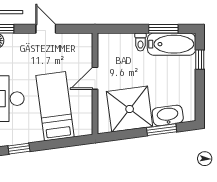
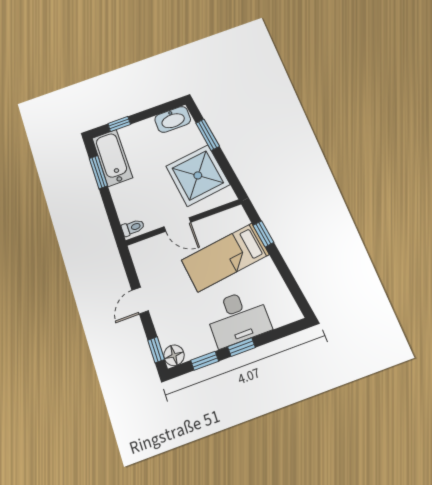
toilet: (140, 42) -> (133, 228), moved
washbasin: (168, 115) -> (173, 119), moved, turned -82
window: (19, 149) -> (263, 234), moved

